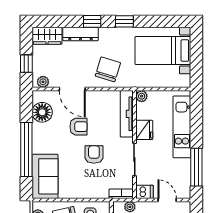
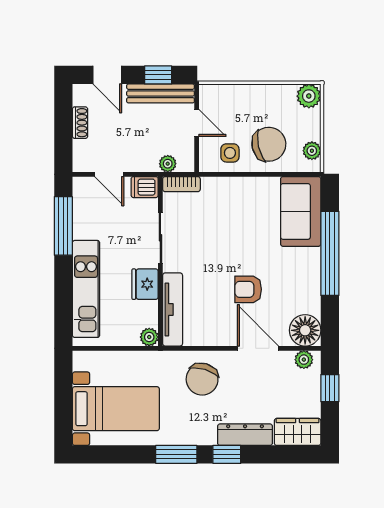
window: (124, 21) -> (176, 454), width x1.50
floor lamp: (42, 112) -> (305, 330), moved
armchair: (94, 155) -> (224, 246), removed

